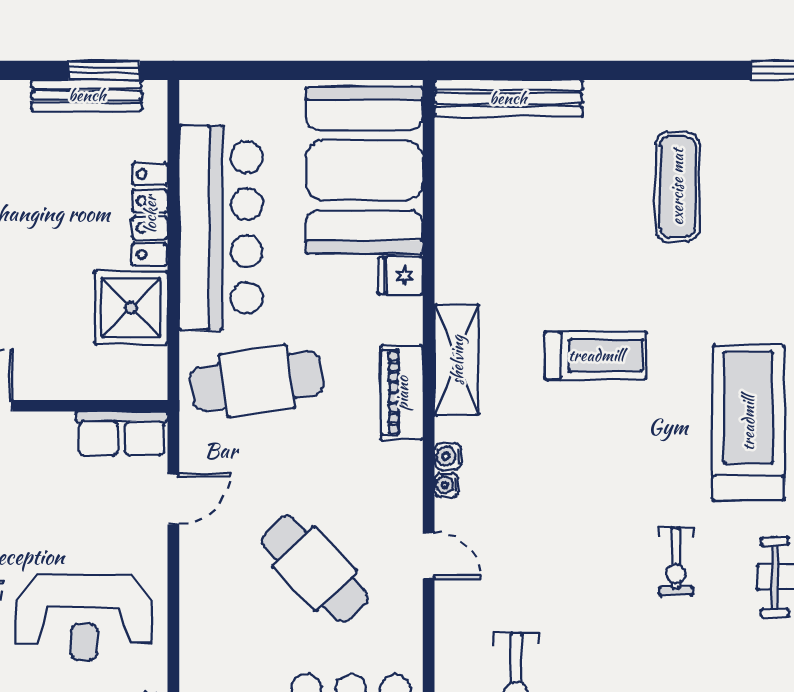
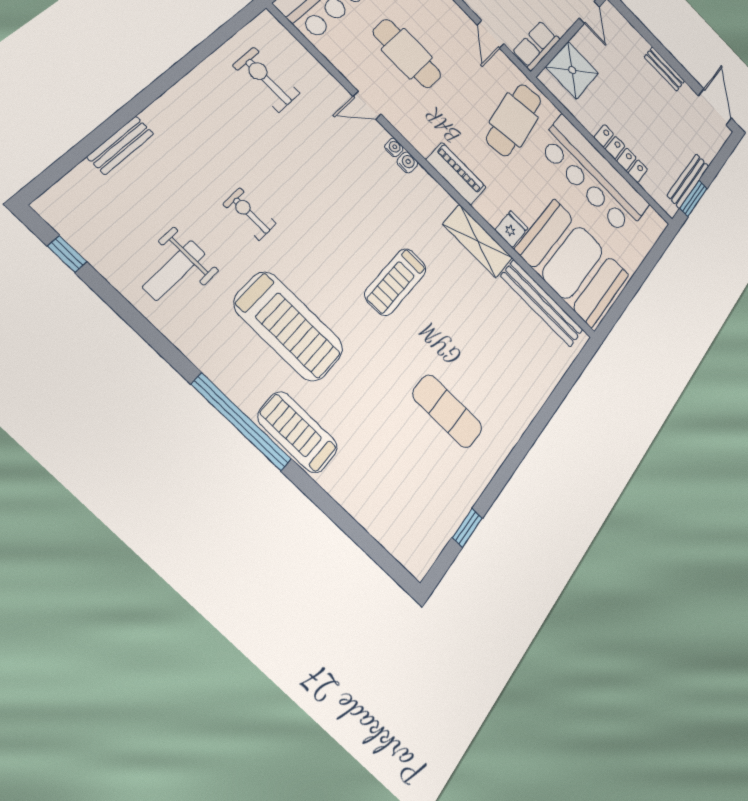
bench: (508, 98) -> (542, 303), moved, turned 90
shower: (131, 308) -> (572, 70), moved
shelving: (457, 360) -> (478, 241), moved
cafe table: (315, 569) -> (407, 54), turned 45

